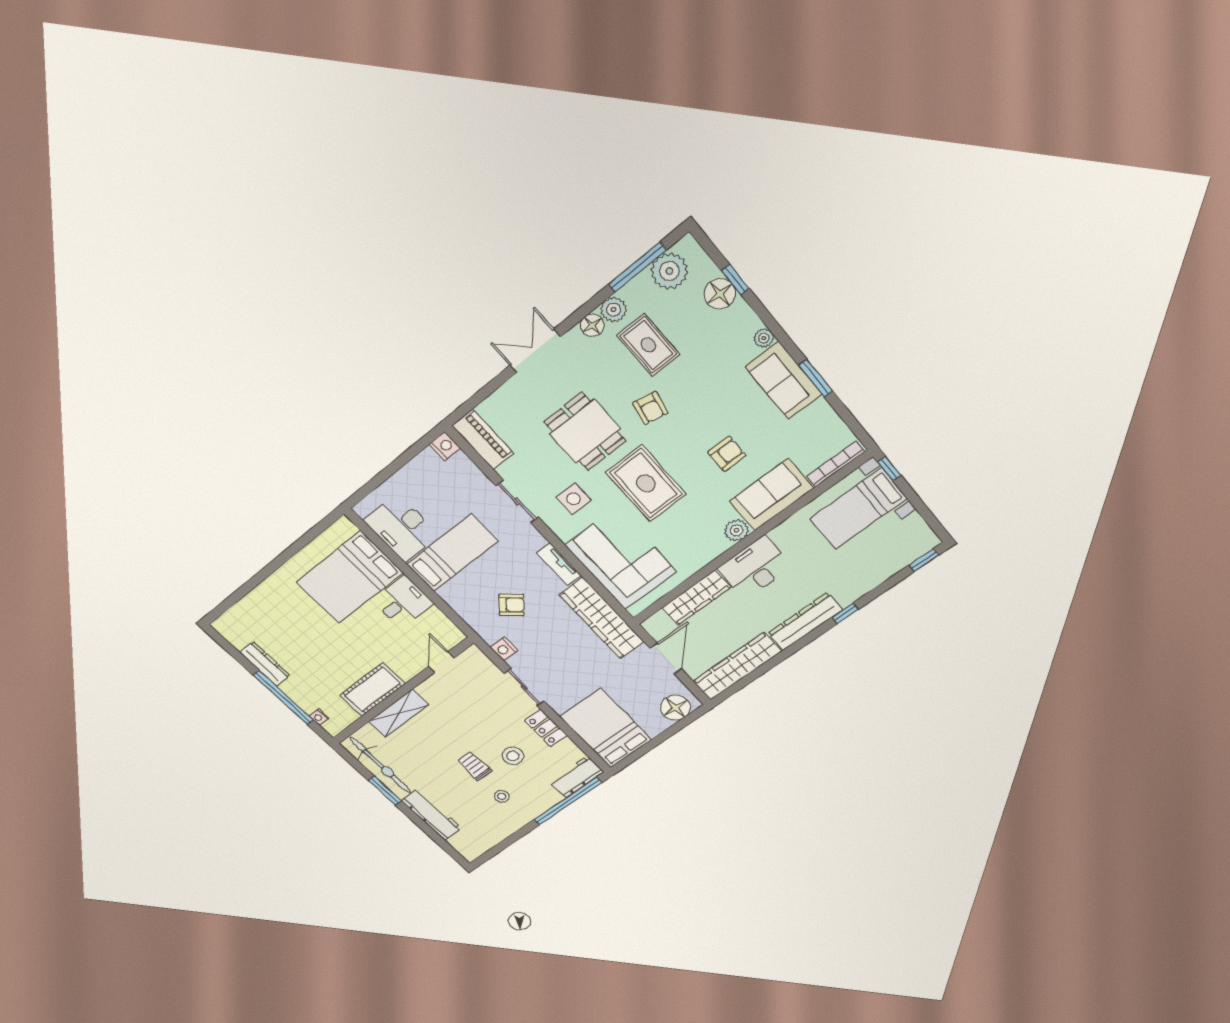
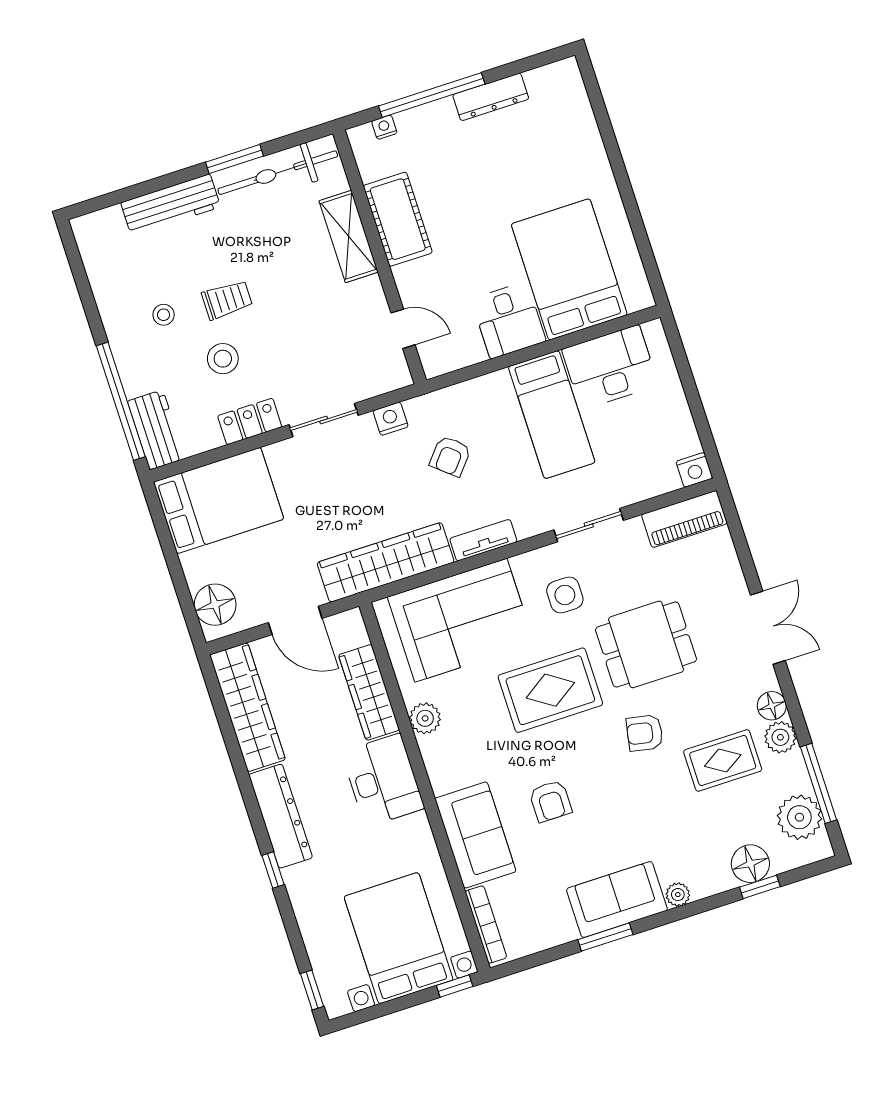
bed with nightstands: (858, 509) -> (399, 938), width x1.36
plant: (736, 530) -> (425, 718), moved

